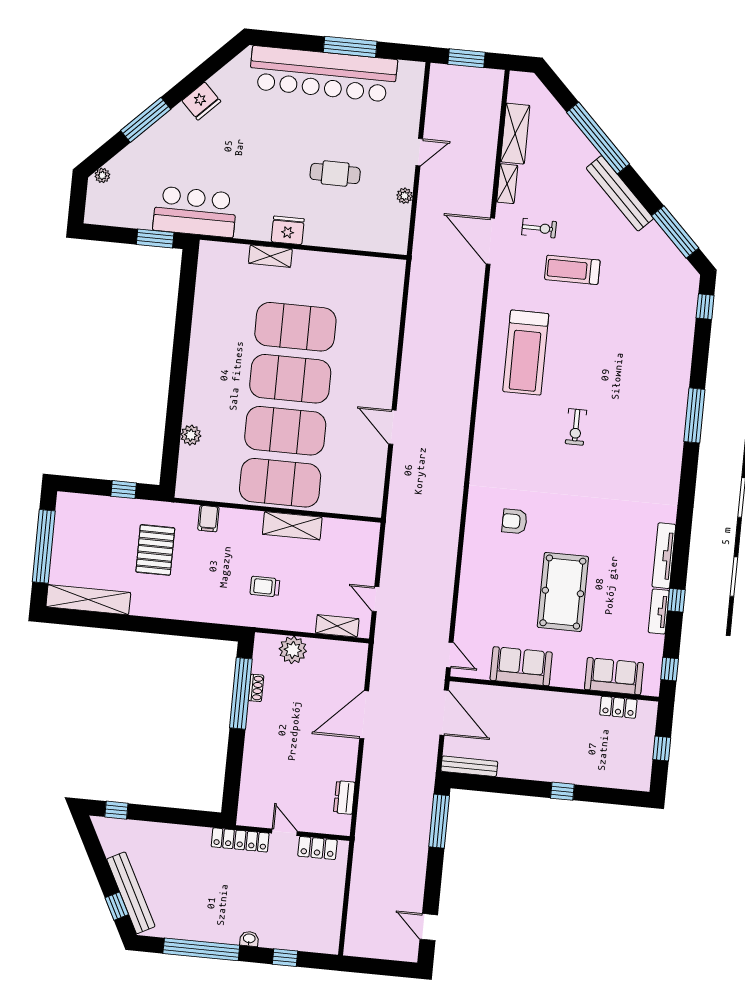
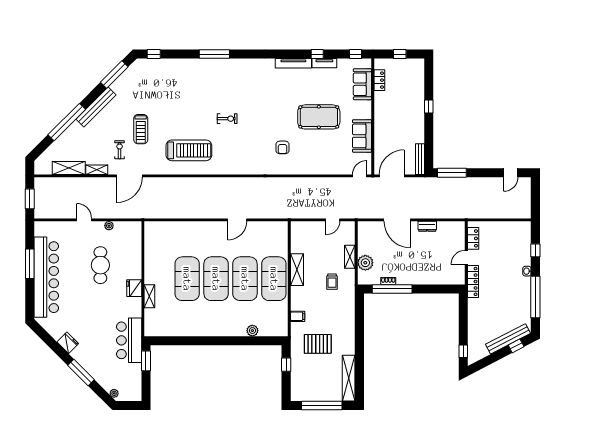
cafe table: (335, 173) -> (100, 265), width x1.37, depth x1.35
shelving: (337, 626) -> (350, 257), moved
dresser: (344, 797) -> (427, 226), moved

